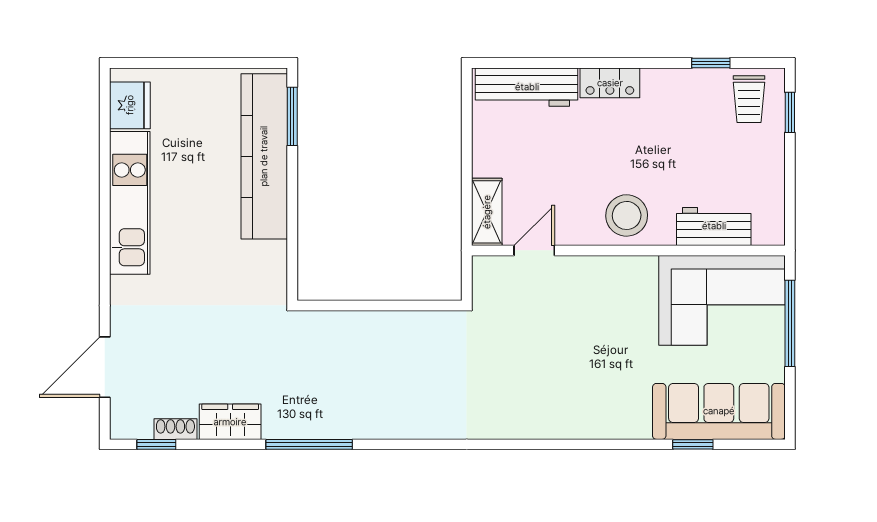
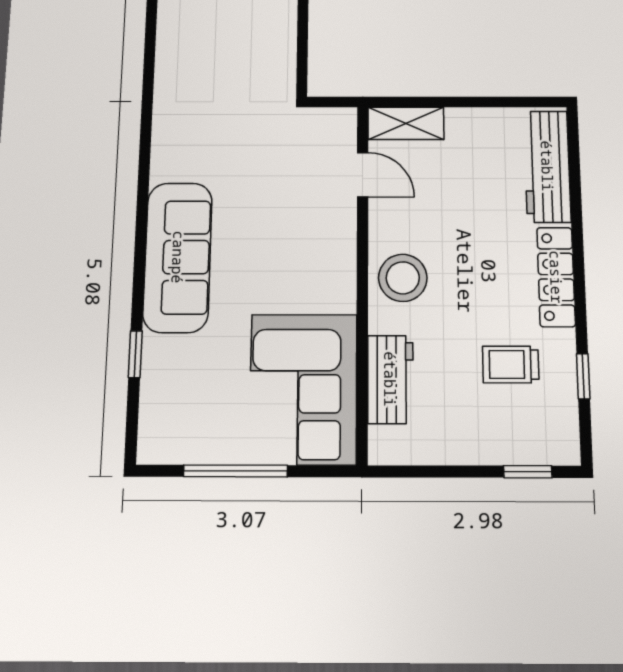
locker: (610, 83) -> (556, 277), width x1.53
trolley: (749, 99) -> (511, 364), moved
window: (790, 323) -> (235, 471), moved
sofa: (719, 411) -> (178, 257), moved

